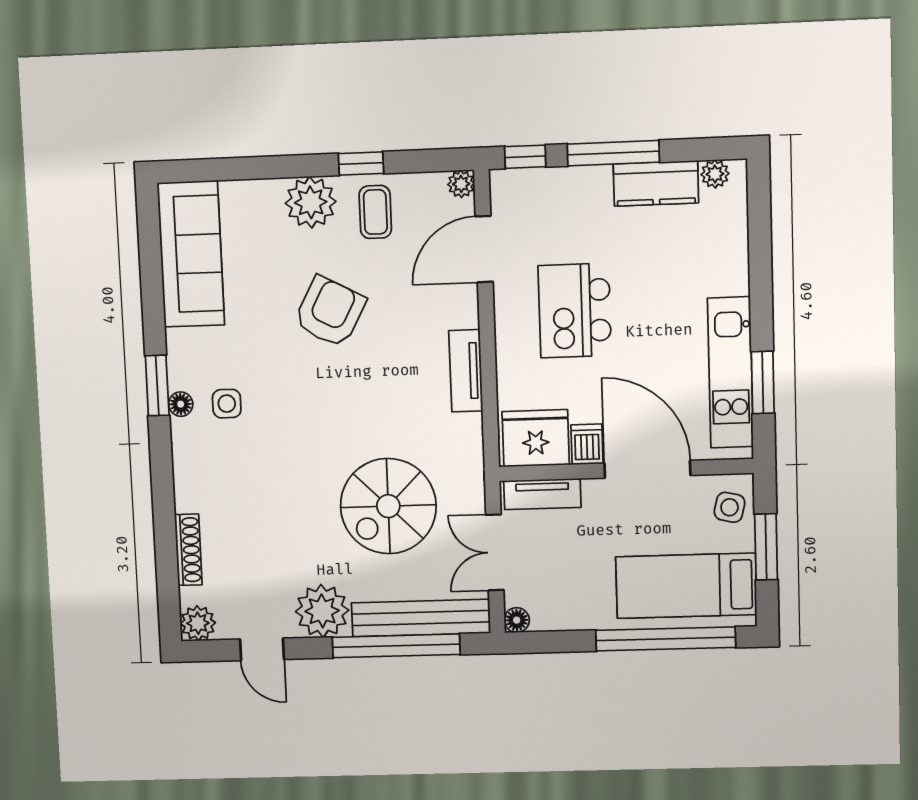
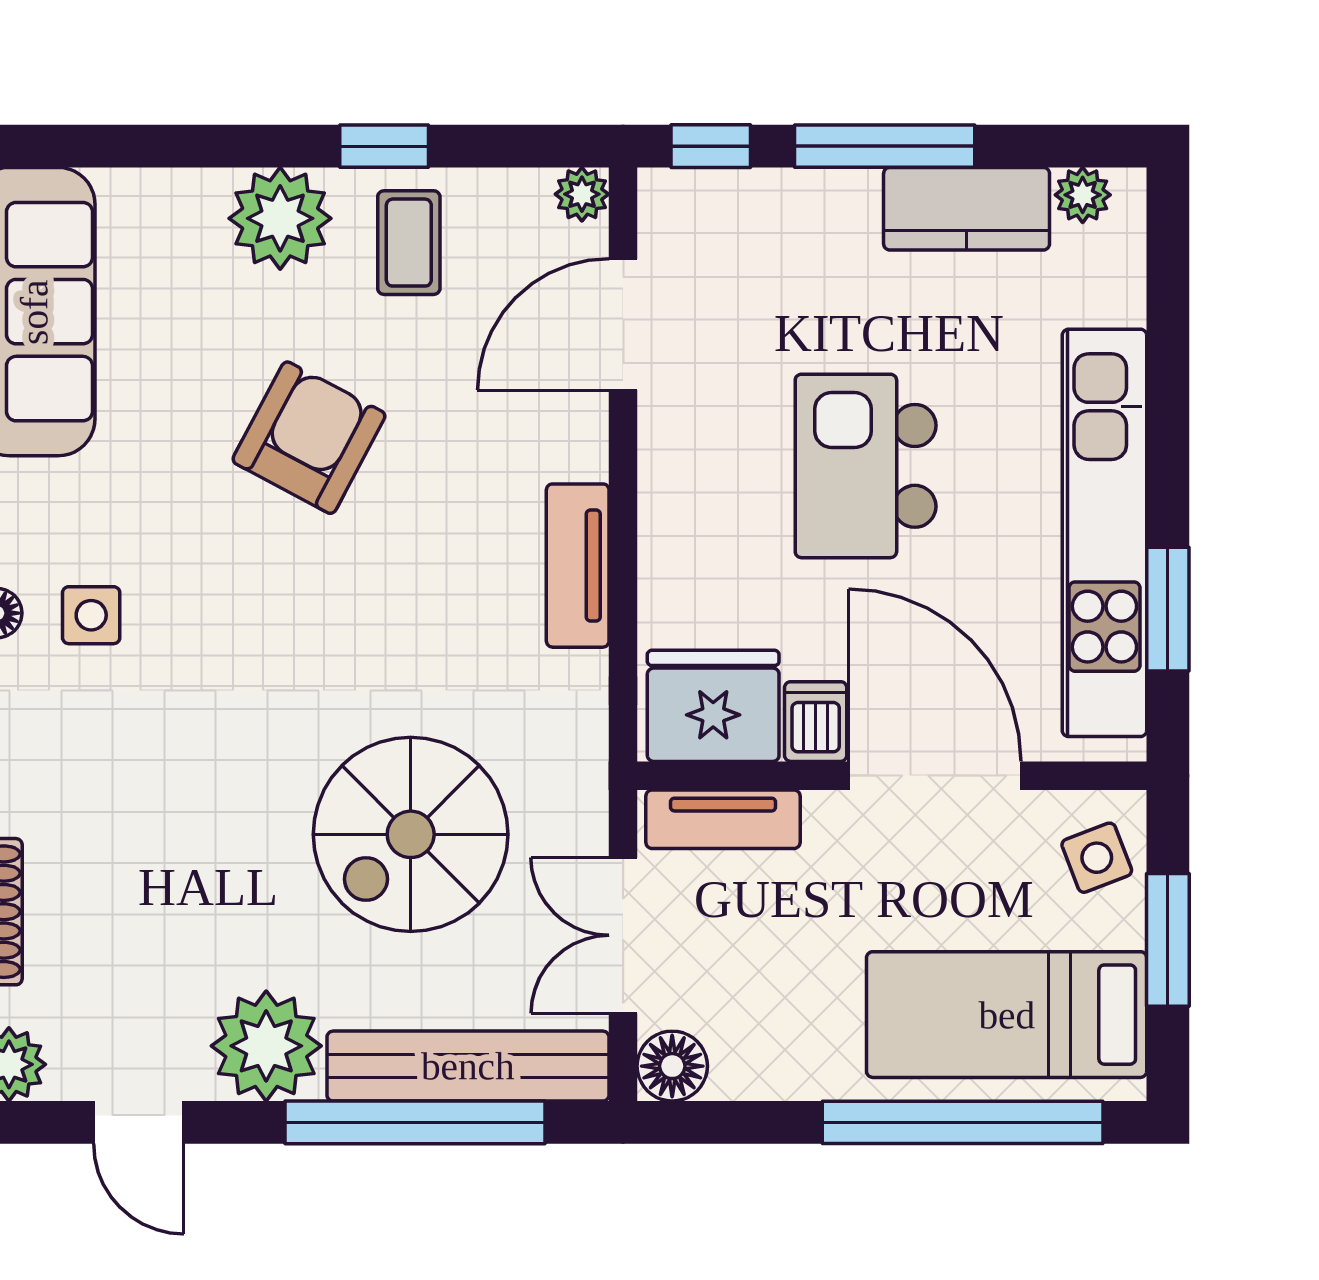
kitchen island: (575, 311) -> (866, 466), moved
kitchen unit: (730, 372) -> (1104, 533), width x1.36
side table: (730, 507) -> (1097, 858), turned -34
floor lamp: (517, 620) -> (672, 1066), width x1.37, depth x1.37

